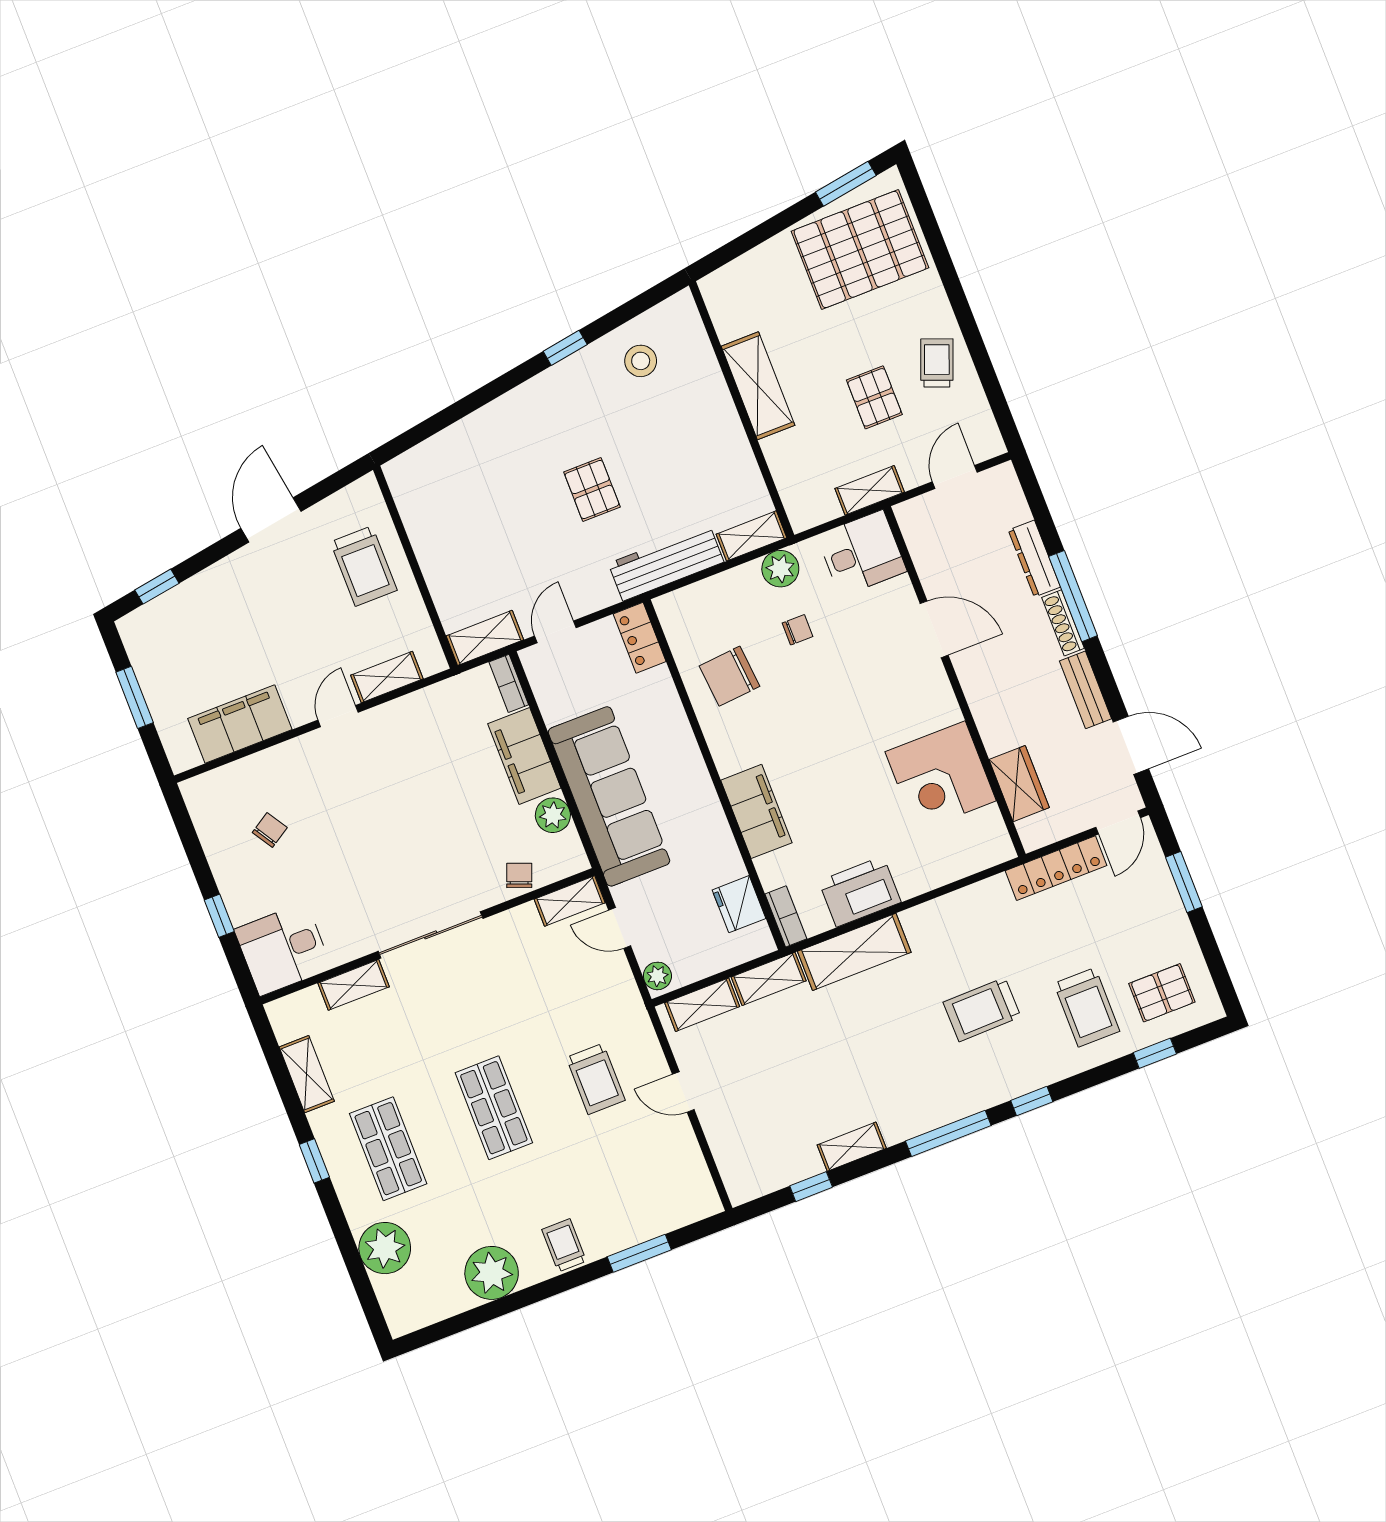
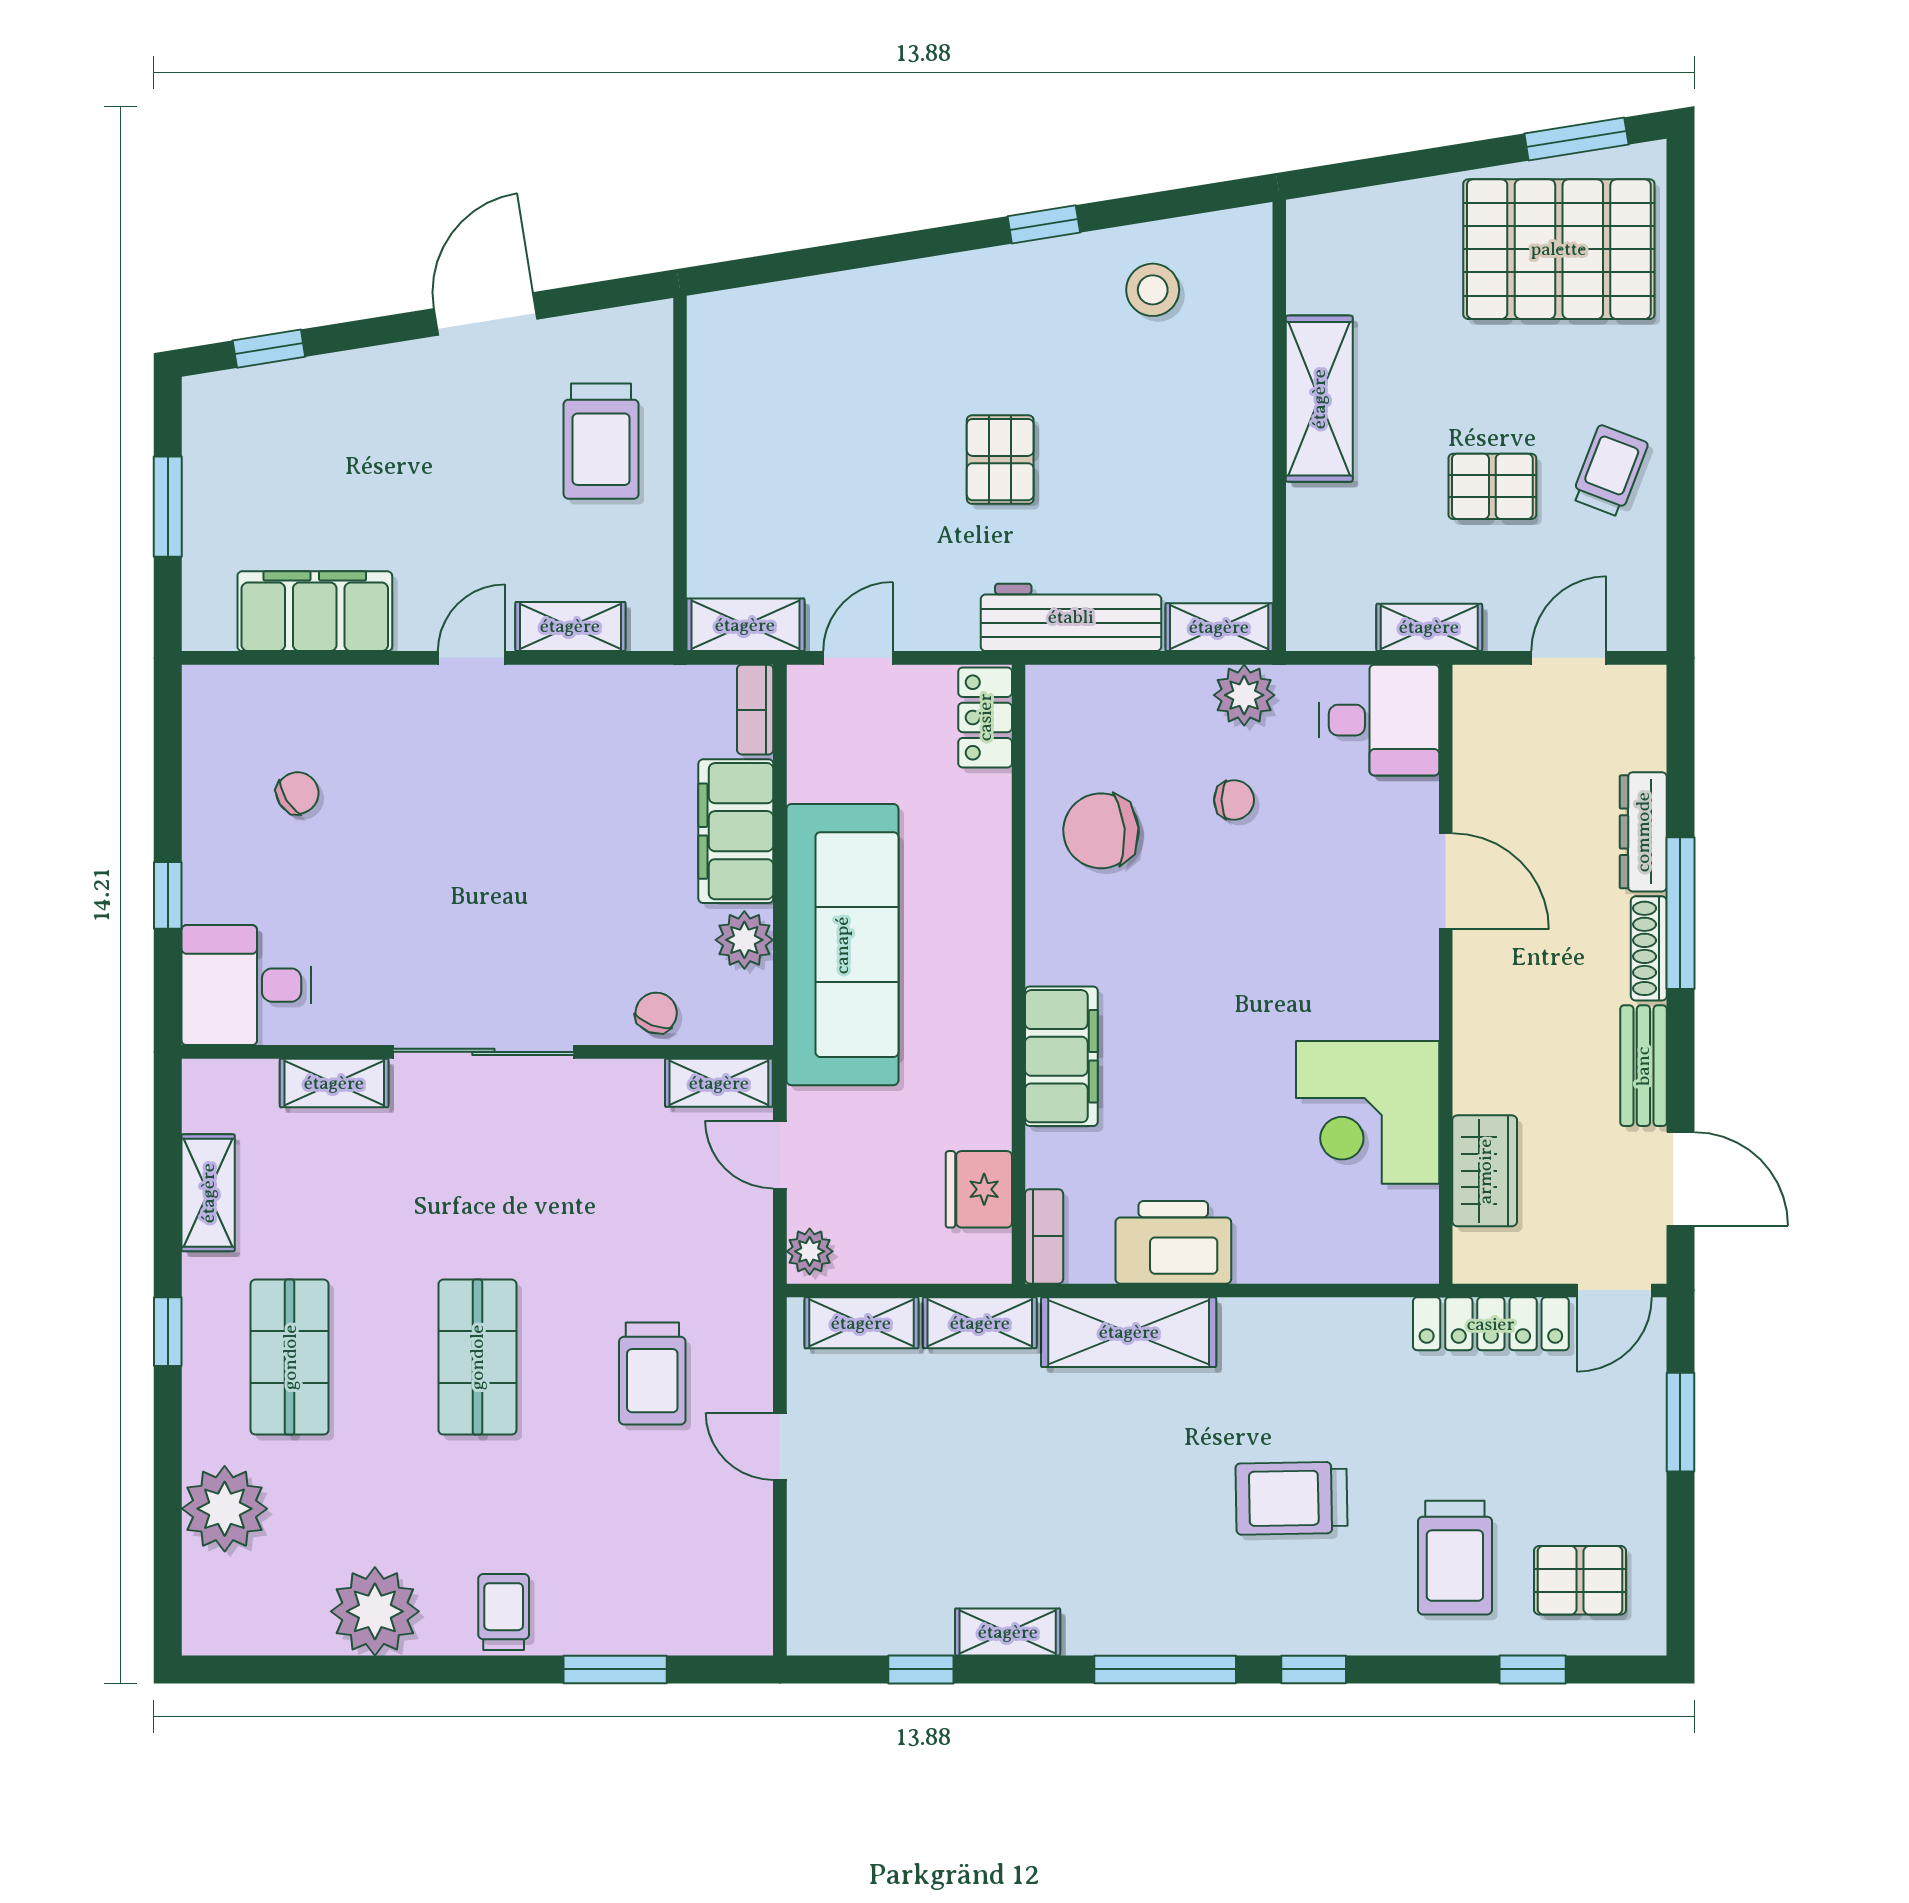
pallet: (874, 397) -> (1492, 486), turned 90

